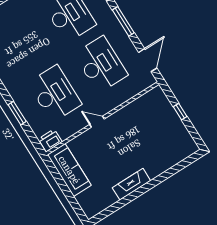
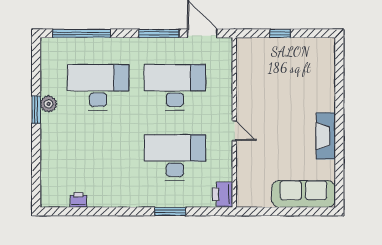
window: (123, 21) -> (159, 33), moved
door: (97, 122) -> (234, 131), swing flipped
sofa: (69, 170) -> (303, 194), moved

